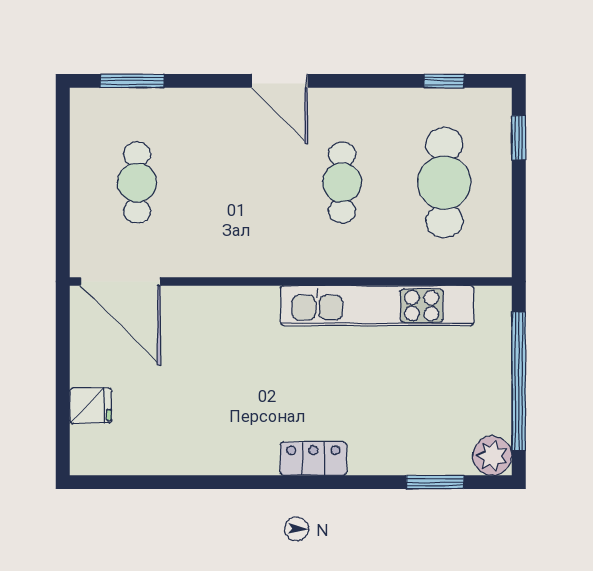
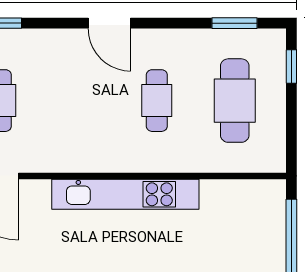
window: (444, 81) -> (235, 23), width x1.50
kitchen unit: (377, 306) -> (125, 194), moved

